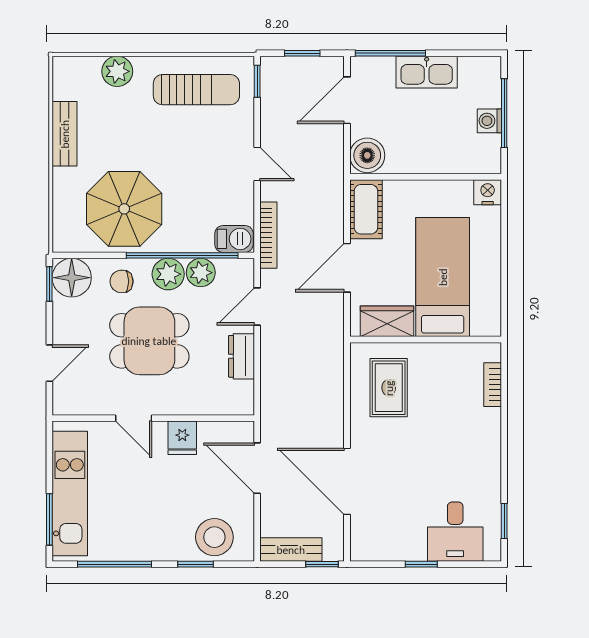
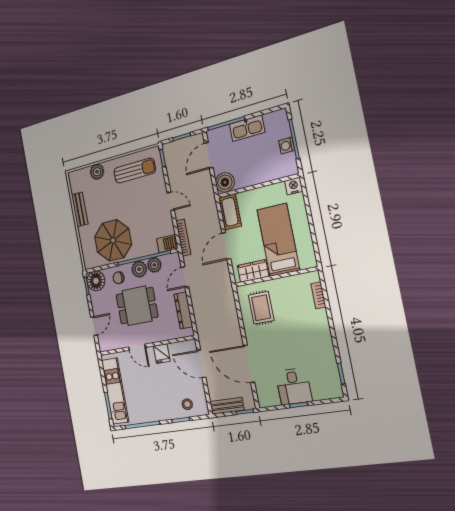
dresser: (242, 356) -> (183, 310), width x1.44
desk: (455, 532) -> (294, 386), moved
stool: (214, 537) -> (187, 404), width x0.53, depth x0.53

